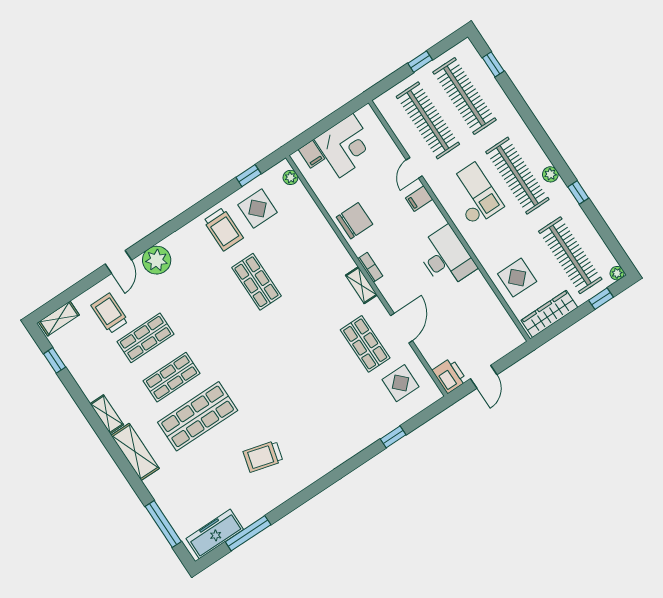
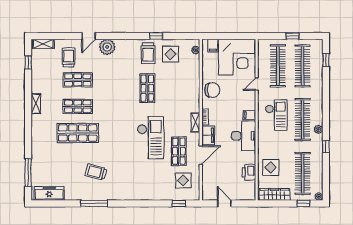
corner desk: (346, 146) -> (236, 57), width x1.36, depth x1.36
window: (249, 176) -> (156, 36), moved
filing cabinet: (419, 199) -> (249, 115), moved
filing cabinet: (393, 291) -> (208, 135), added
checkout: (310, 352) -> (151, 138), added
printer: (449, 376) -> (249, 172), moved, turned 180
door: (484, 377) -> (224, 203), swing flipped
window: (393, 437) -> (179, 203), moved
shelving: (135, 452) -> (37, 130), removed
window: (248, 533) -> (94, 203), moved

